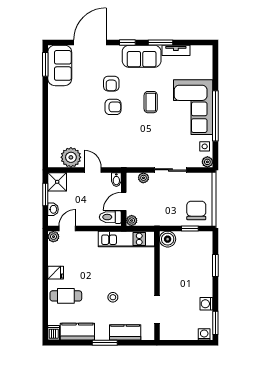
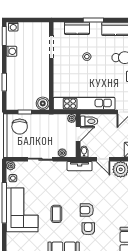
tv unit: (122, 161) -> (80, 166), added
kitchen unit: (126, 239) -> (84, 104), width x1.36

